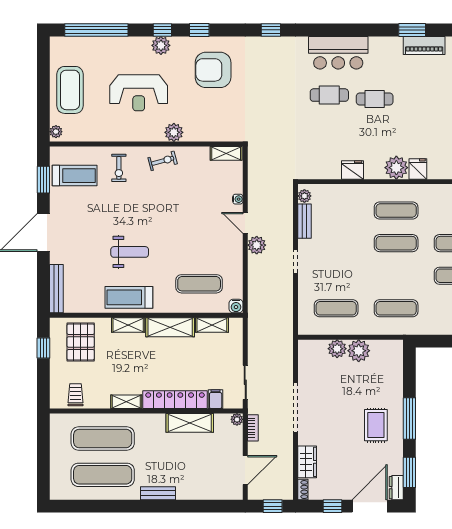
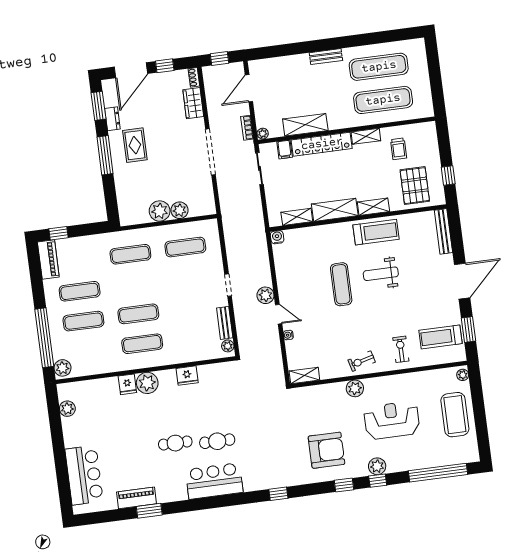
exercise mat: (199, 284) -> (341, 284), moved, turned 90
trolley: (75, 395) -> (399, 149), moved
dresser: (396, 488) -> (112, 119), moved

